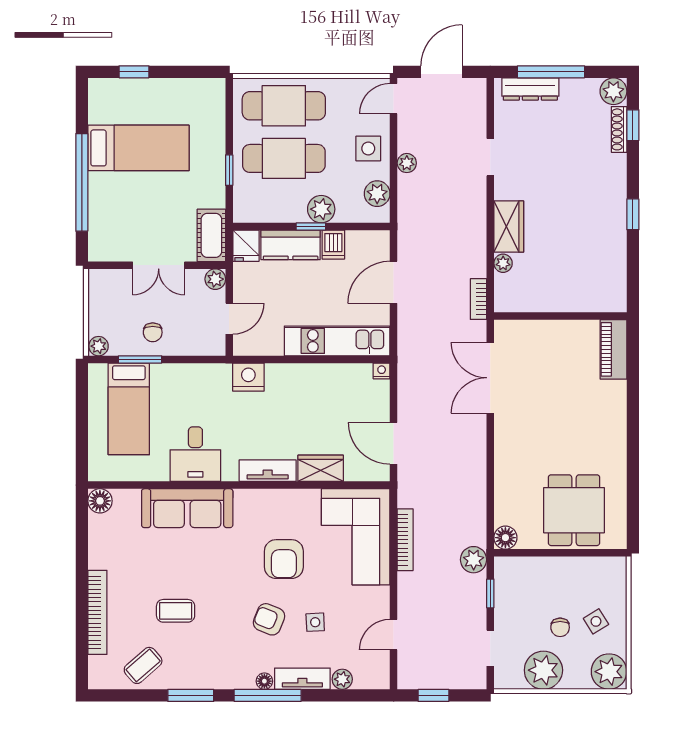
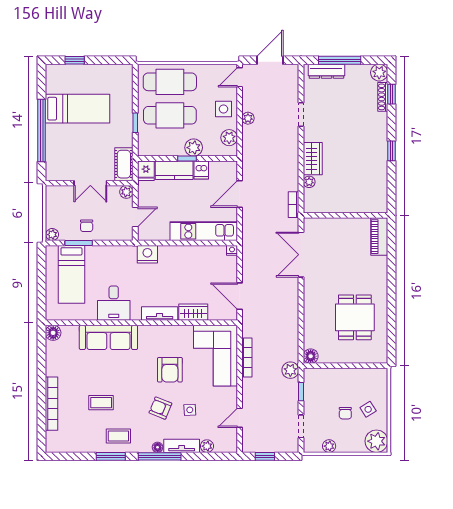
dining table: (574, 510) -> (355, 317), moved
coffee table: (143, 665) -> (118, 436), moved, turned 41
plant: (543, 670) -> (329, 446), width x0.53, depth x0.53

